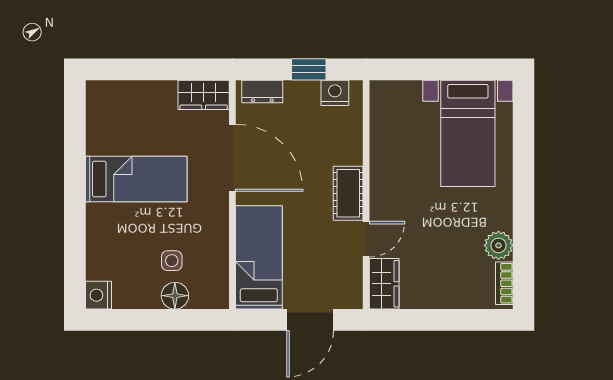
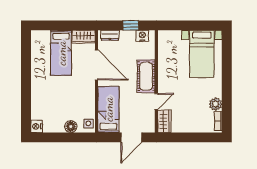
bed: (136, 179) -> (61, 53), moved, turned 90
cot: (348, 193) -> (146, 76), width x1.37, depth x1.34
side table: (172, 261) -> (88, 123), moved

